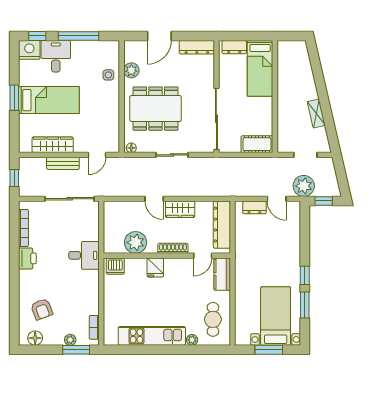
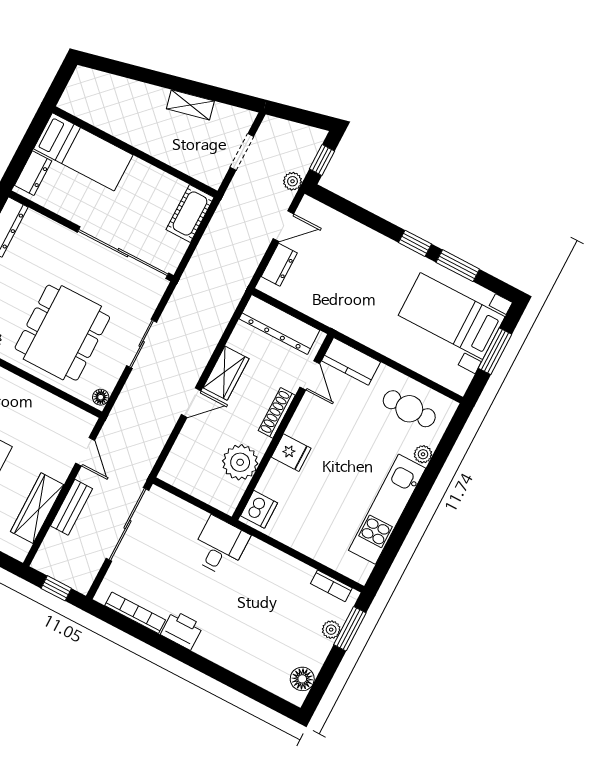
plant: (304, 186) -> (292, 181), width x0.53, depth x0.53
armchair: (42, 309) -> (266, 648), removed

